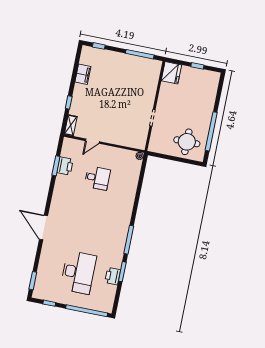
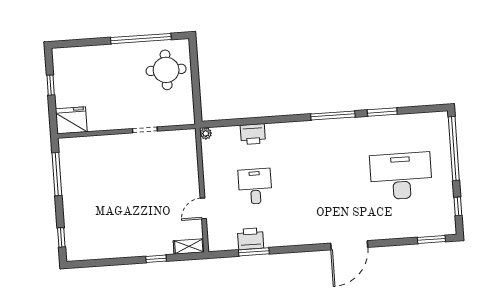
filing cabinet: (83, 74) -> (109, 249), removed
door: (92, 141) -> (203, 208), swing flipped
printer: (113, 276) -> (253, 134), moved

